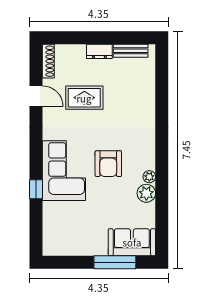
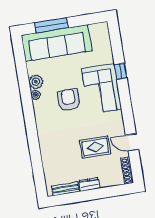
sofa: (132, 242) -> (57, 43), width x1.85, depth x1.27

